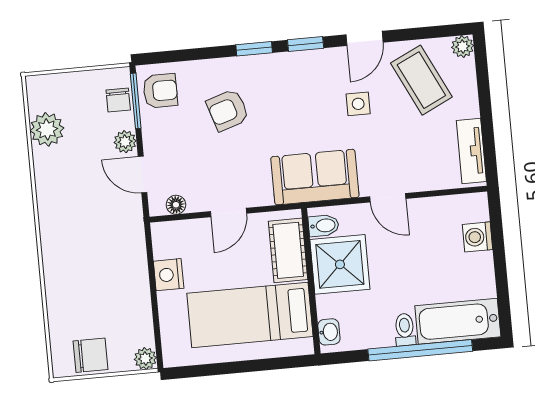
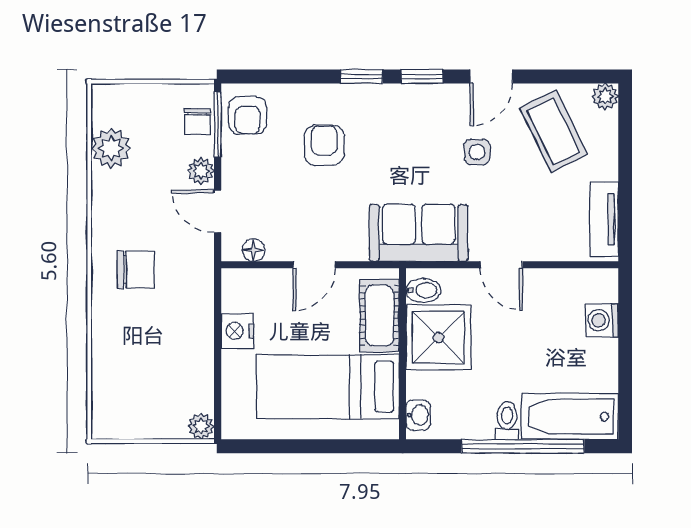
armchair: (160, 91) -> (248, 115), turned 90
armchair: (228, 110) -> (324, 145), turned 108
chair: (90, 355) -> (136, 270), moved

